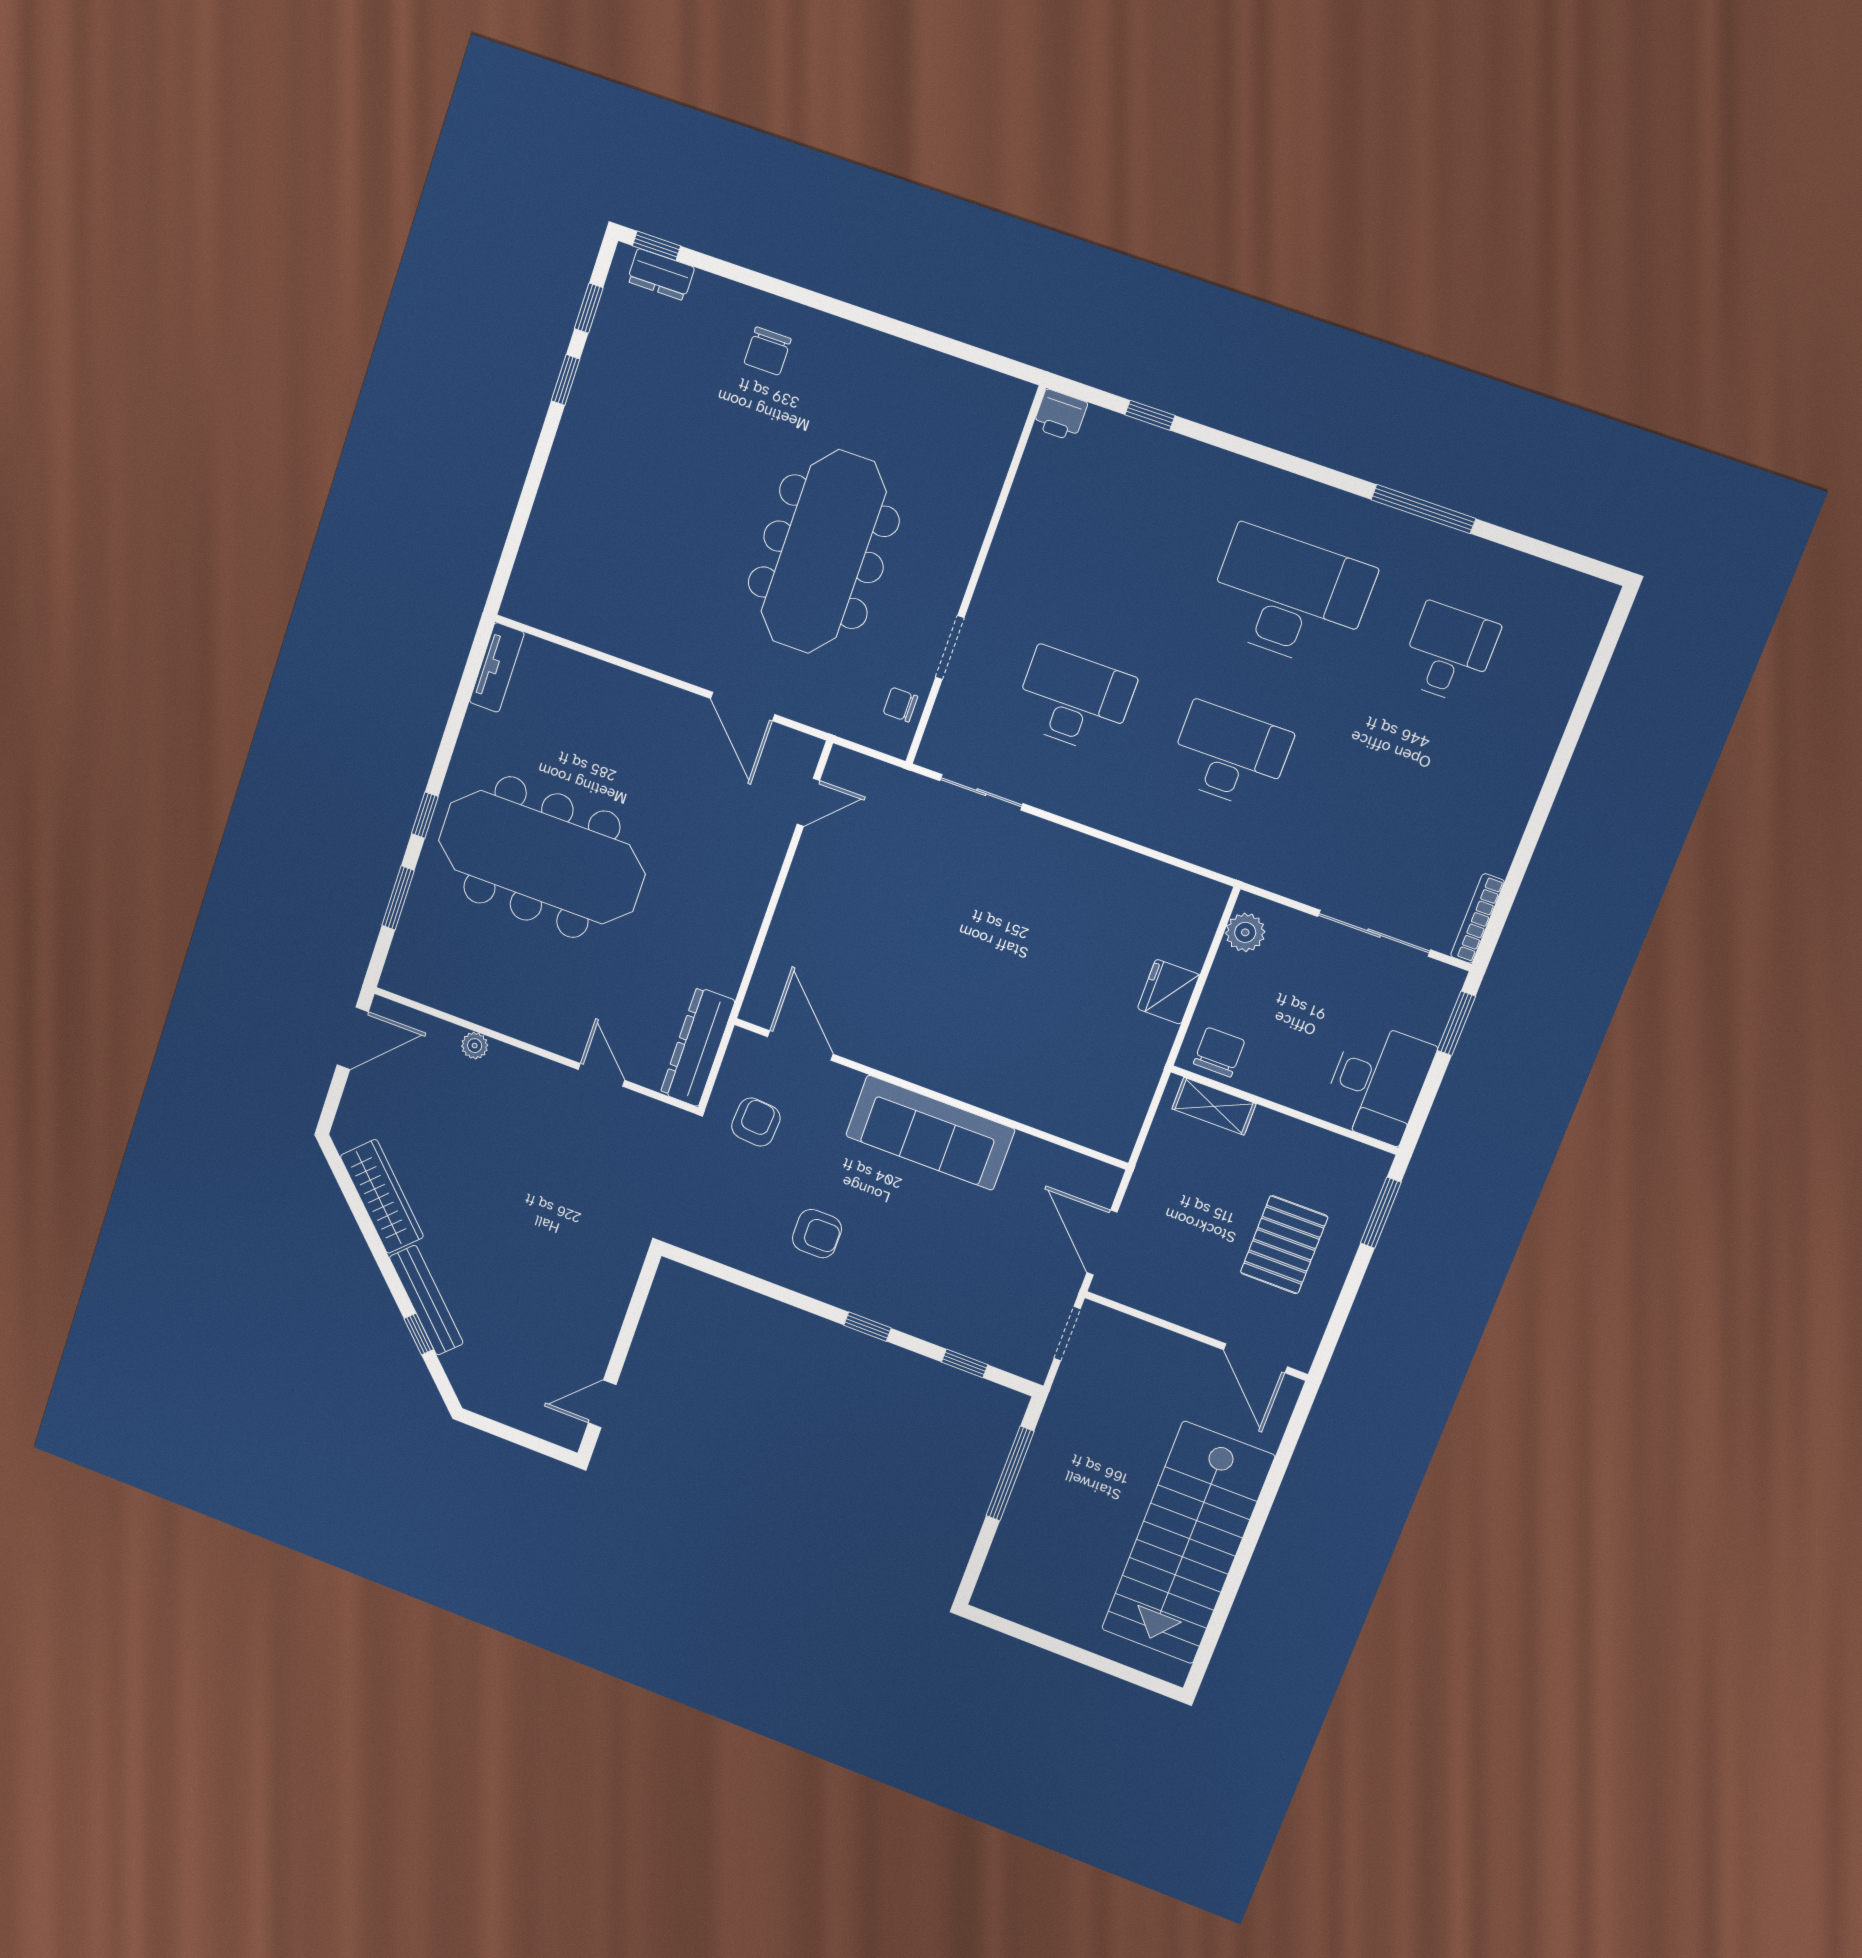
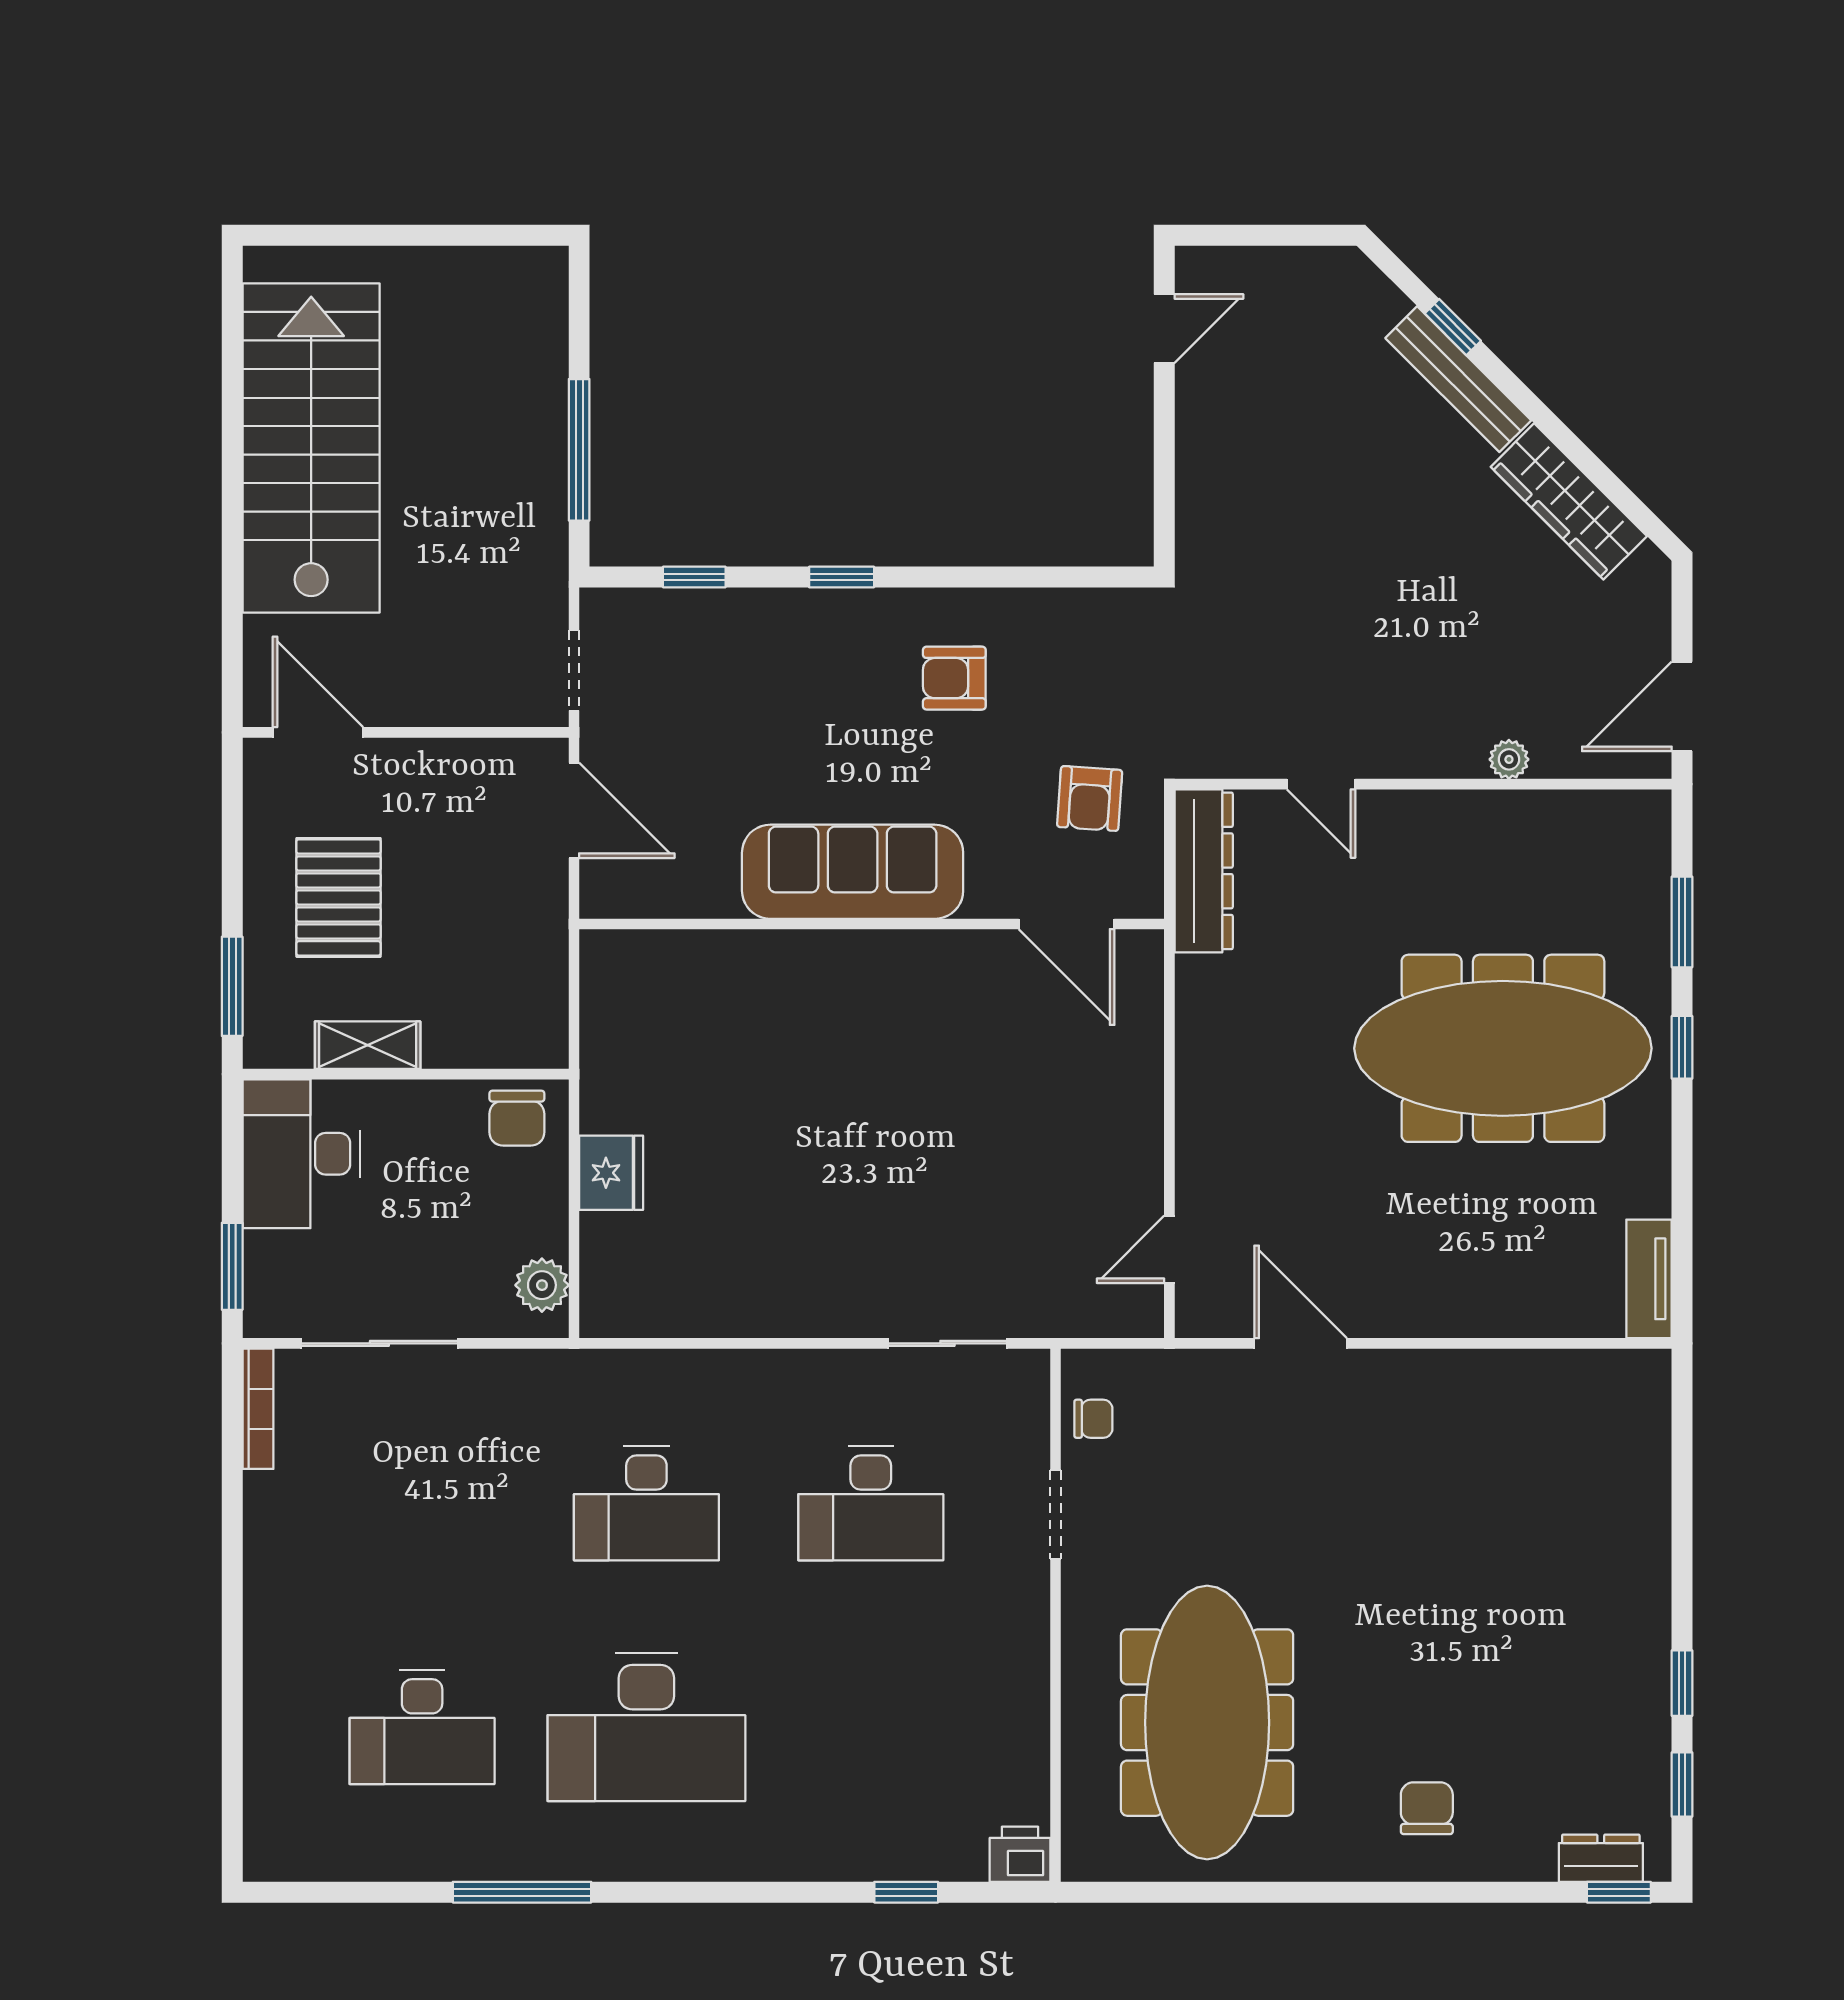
meeting table: (823, 552) -> (1207, 1723), moved
desk: (1449, 653) -> (422, 1727), width x1.37
shelving: (1214, 1106) -> (368, 1045), moved

